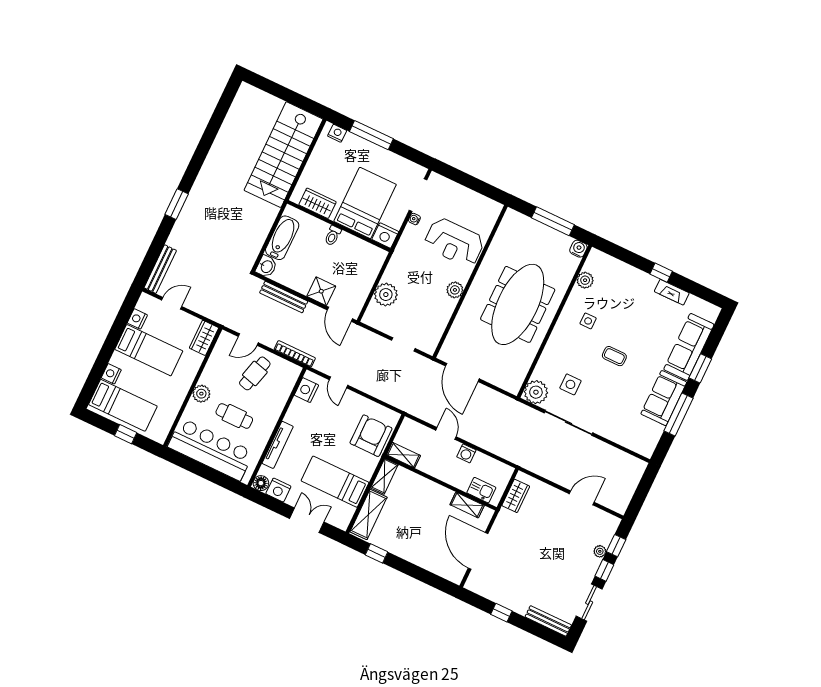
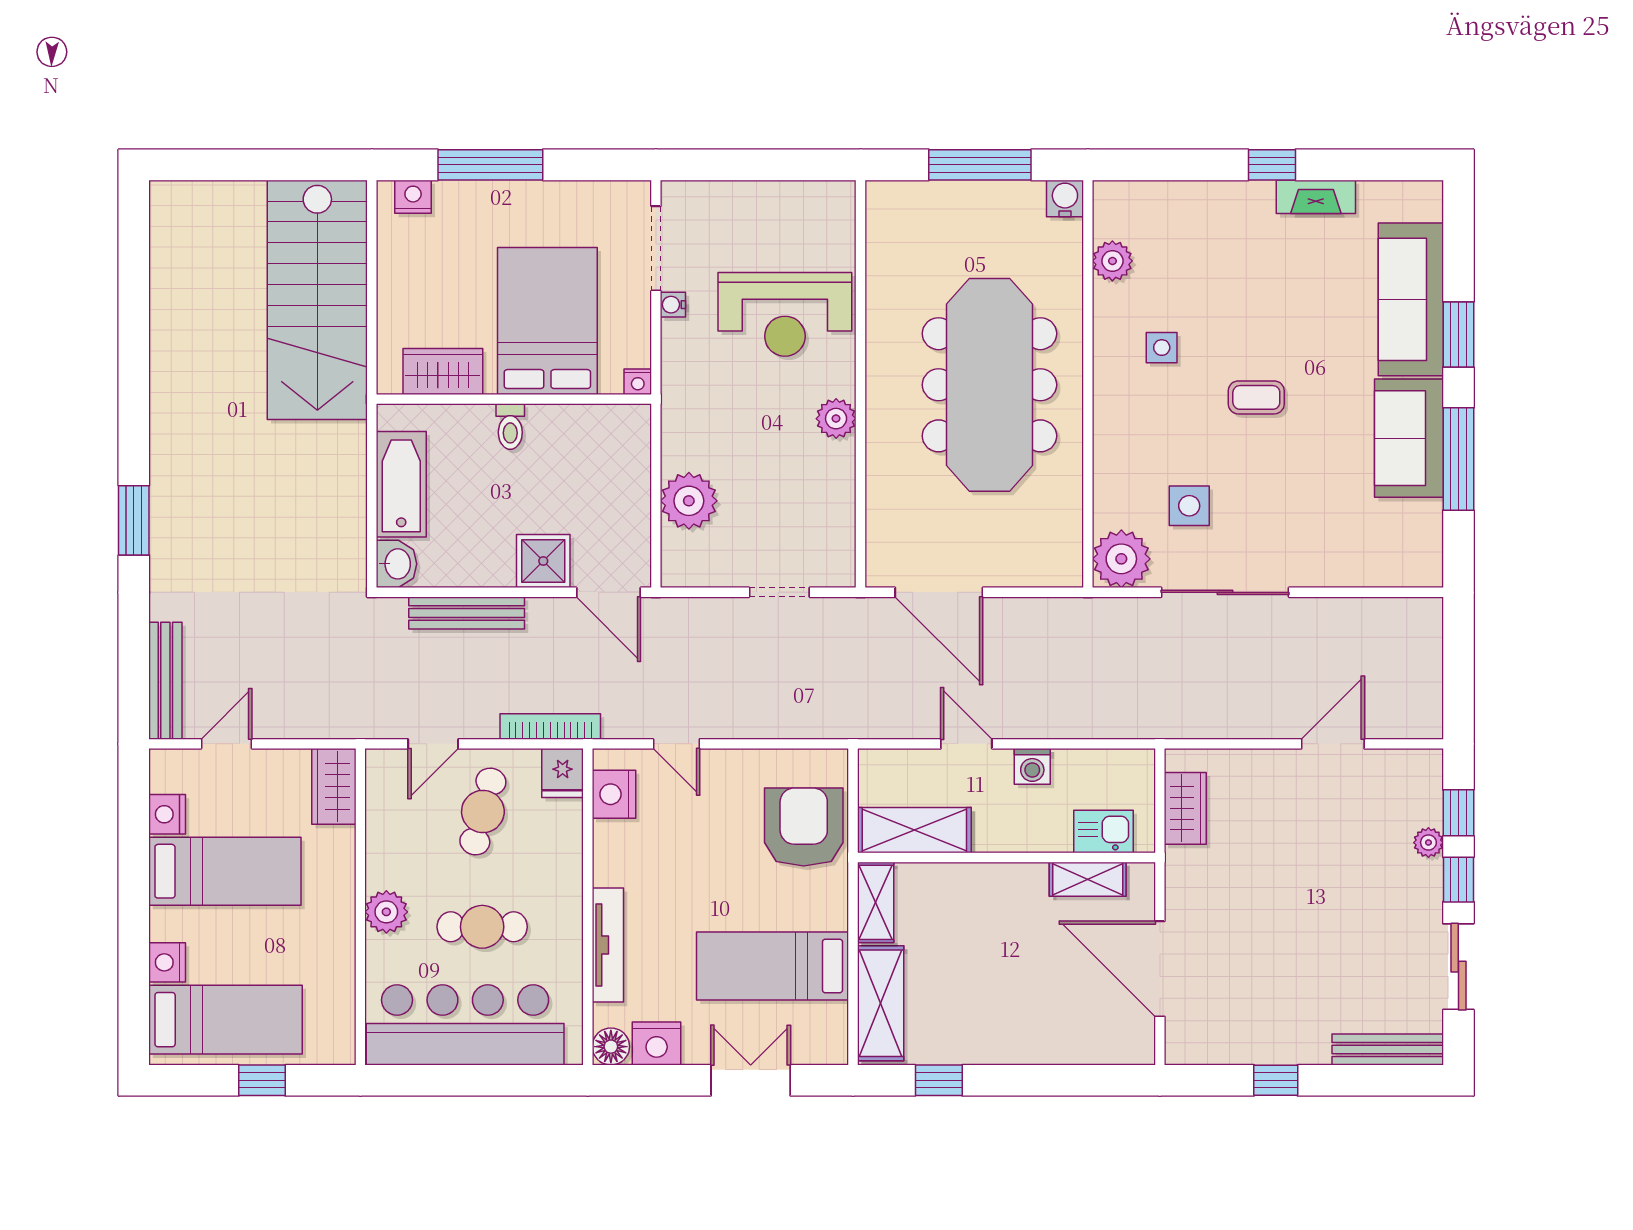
nightstand: (385, 235) -> (638, 382), width x0.53, depth x0.56
fridge: (291, 373) -> (563, 773), added
shelving: (403, 455) -> (914, 830), width x1.50, depth x1.33

